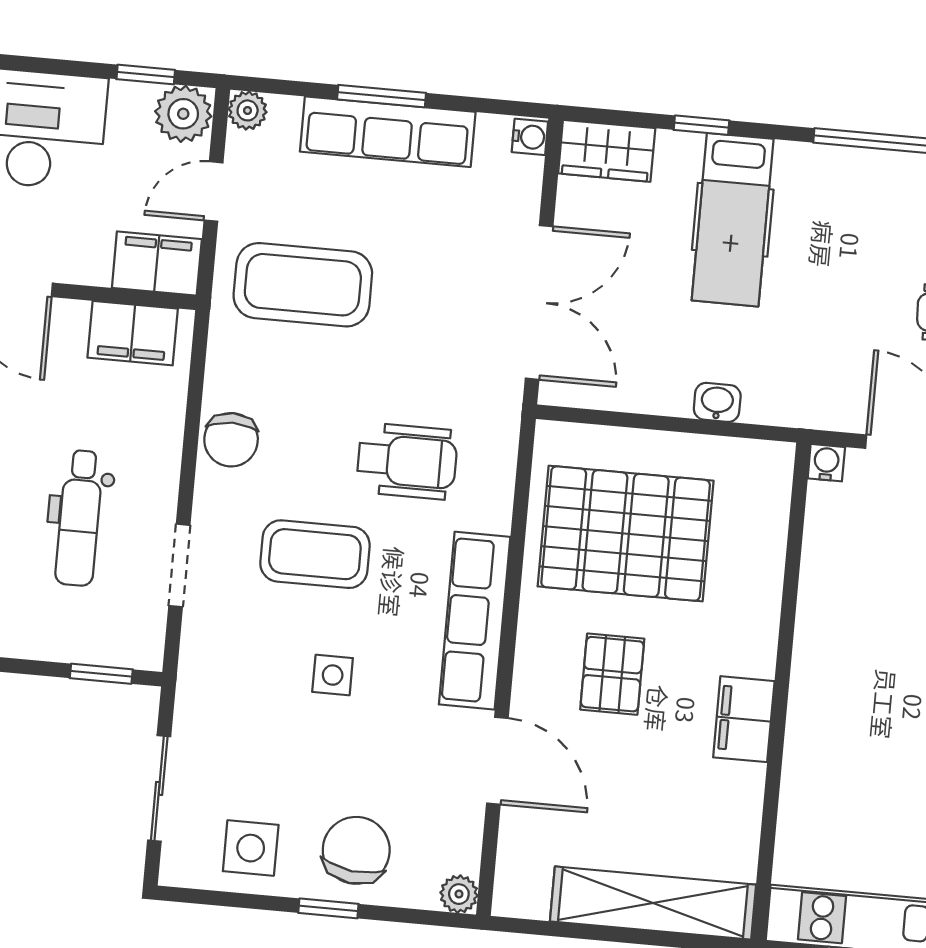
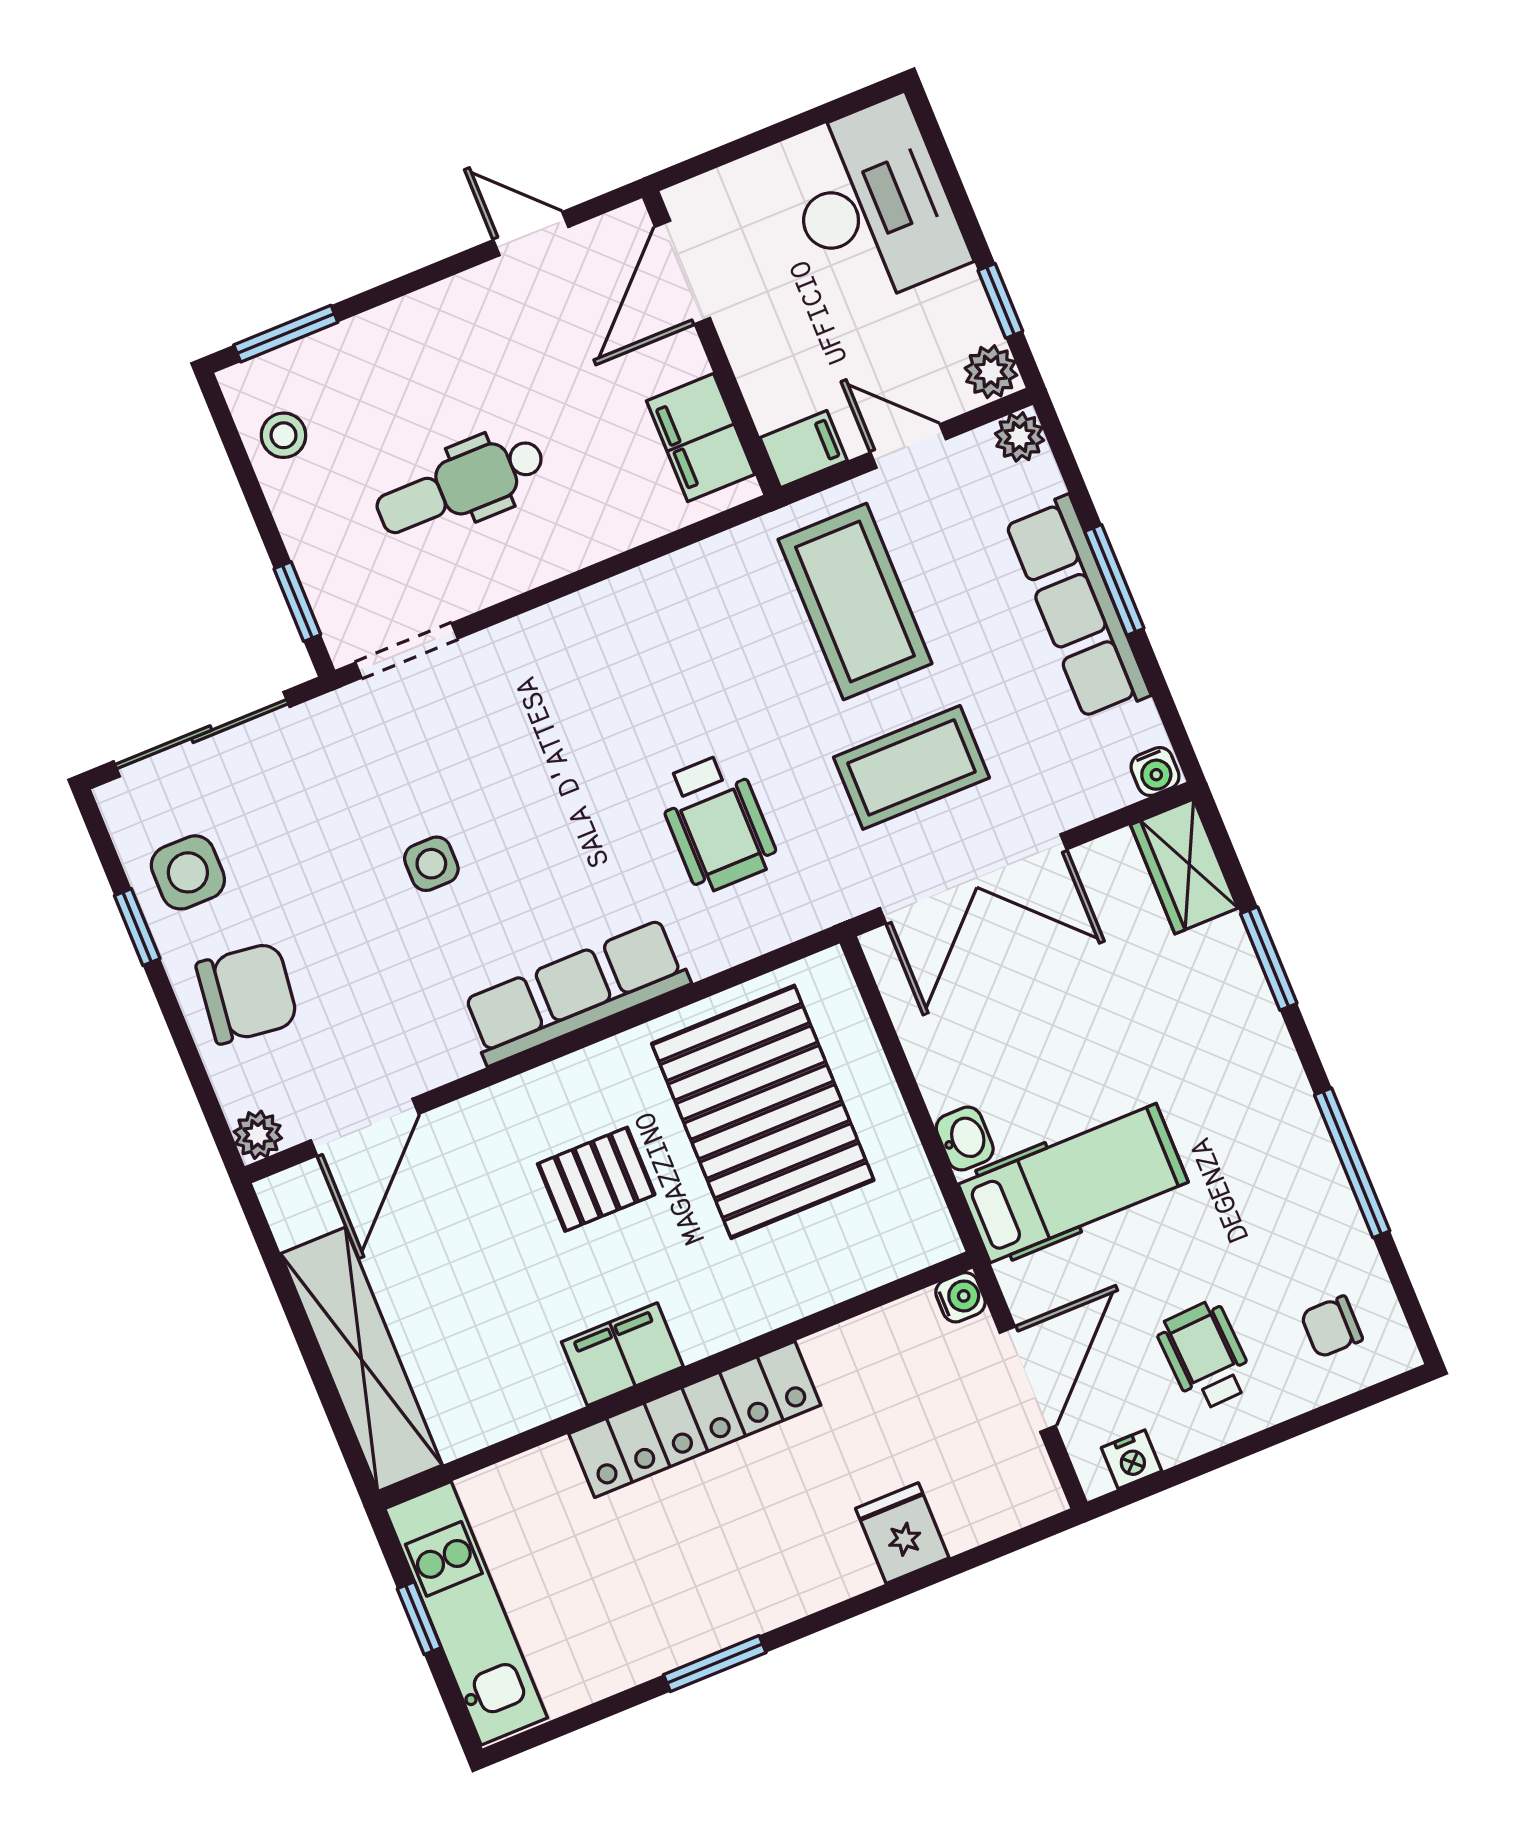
plant: (183, 114) -> (991, 372), width x0.73, depth x0.73
window: (702, 125) -> (1269, 959), width x1.50
hospital bed: (733, 220) -> (1073, 1183), moved, turned 180
filing cabinet: (157, 263) -> (804, 449), width x0.50
chair: (231, 440) -> (638, 611), removed
coffee table: (315, 554) -> (912, 767), moved, turned 90
doorway: (179, 565) -> (407, 651), moved
locker: (815, 692) -> (695, 1419), added
door: (497, 761) -> (365, 1127), moved
sliding door: (159, 788) -> (202, 734), width x1.37
window: (328, 908) -> (137, 927), moved

